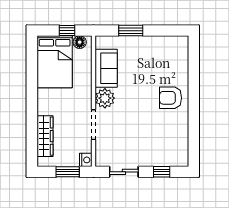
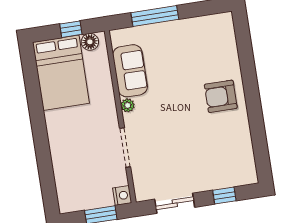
window: (131, 31) -> (155, 16), width x1.44
plant: (105, 98) -> (128, 105), width x0.53, depth x0.53
wardrobe: (45, 136) -> (64, 173), removed

